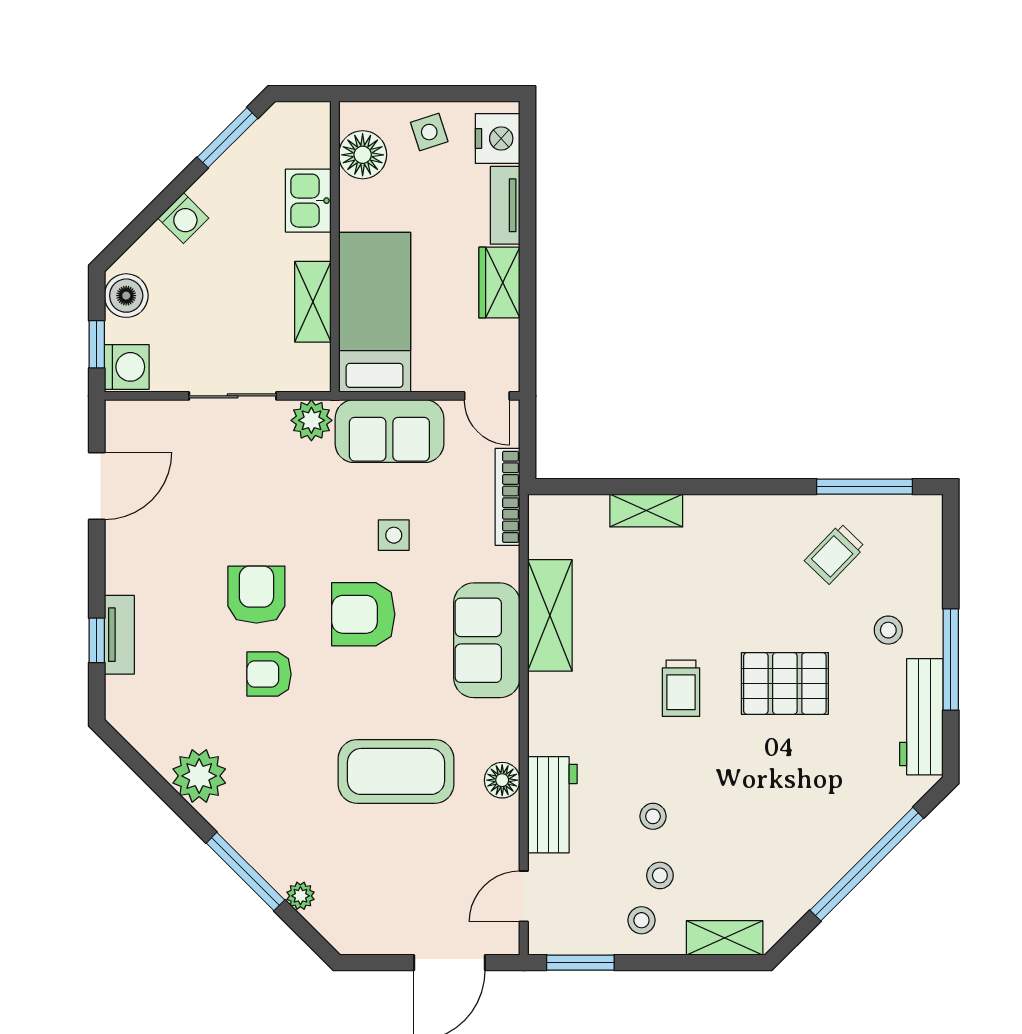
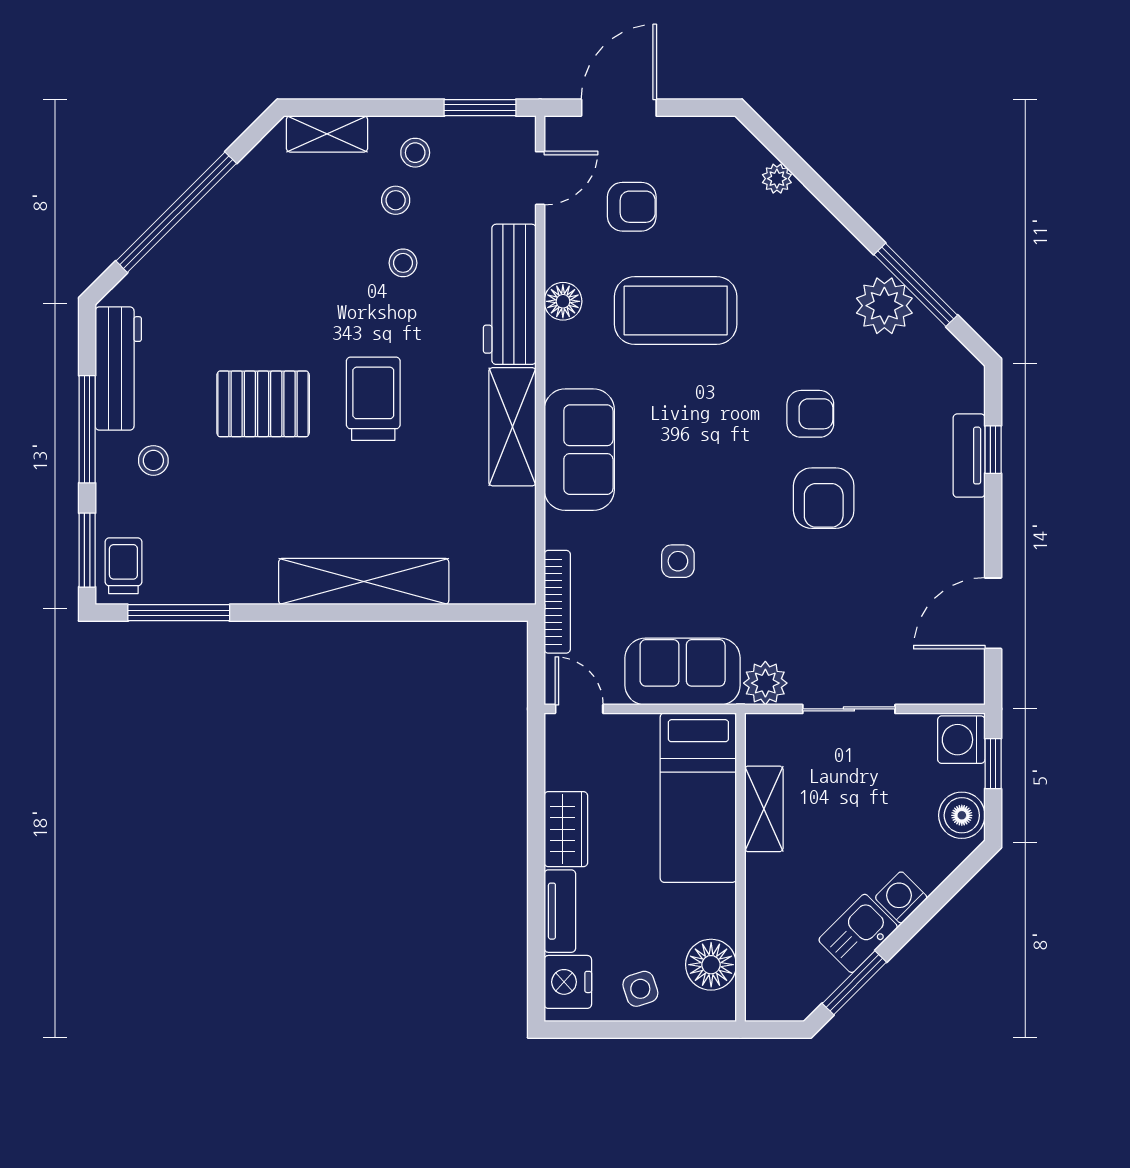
kitchen sink: (308, 201) -> (858, 933), moved, turned -135
shelving: (646, 511) -> (364, 581), width x2.20, depth x1.33
window: (951, 546) -> (87, 550), added
trolley: (835, 554) -> (123, 566), moved, turned -44
armchair: (363, 614) -> (632, 207), moved, width x0.72, depth x0.72
shelving: (550, 615) -> (512, 427), moved
trolley: (681, 688) -> (373, 399), width x1.36, depth x1.39
workbench: (552, 805) -> (510, 294), width x1.38
window: (245, 871) -> (916, 285), moved

